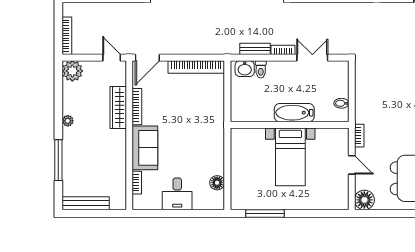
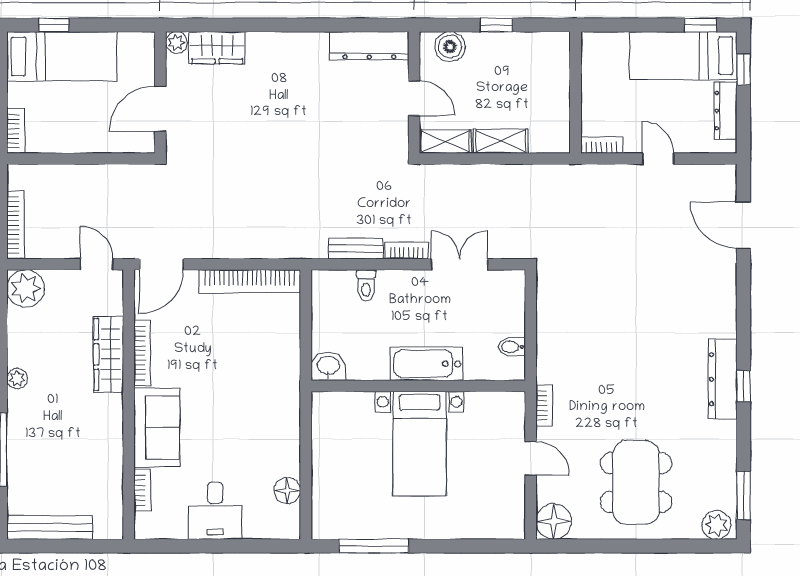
washbasin: (245, 69) -> (328, 366), moved, turned 180

